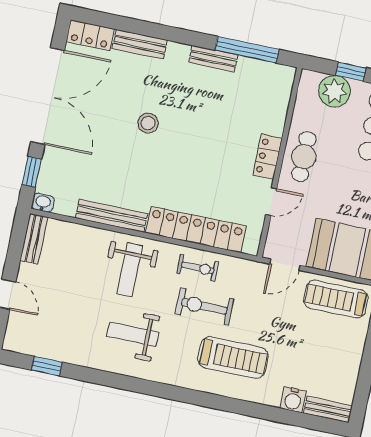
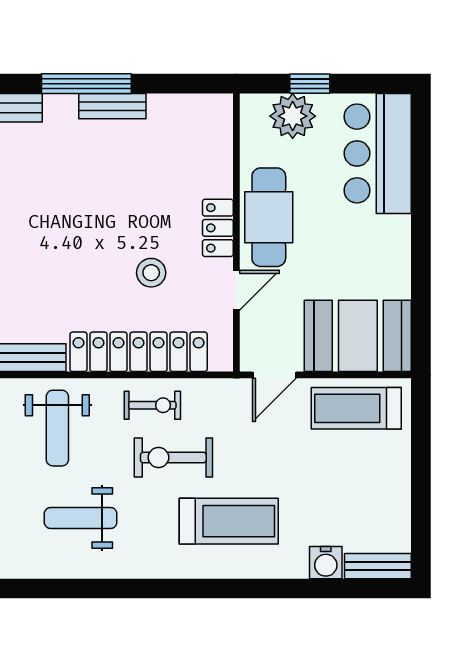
window: (247, 50) -> (86, 84), moved
stool: (148, 123) -> (151, 273), moved
cafe table: (304, 157) -> (269, 217), width x1.37, depth x1.35

